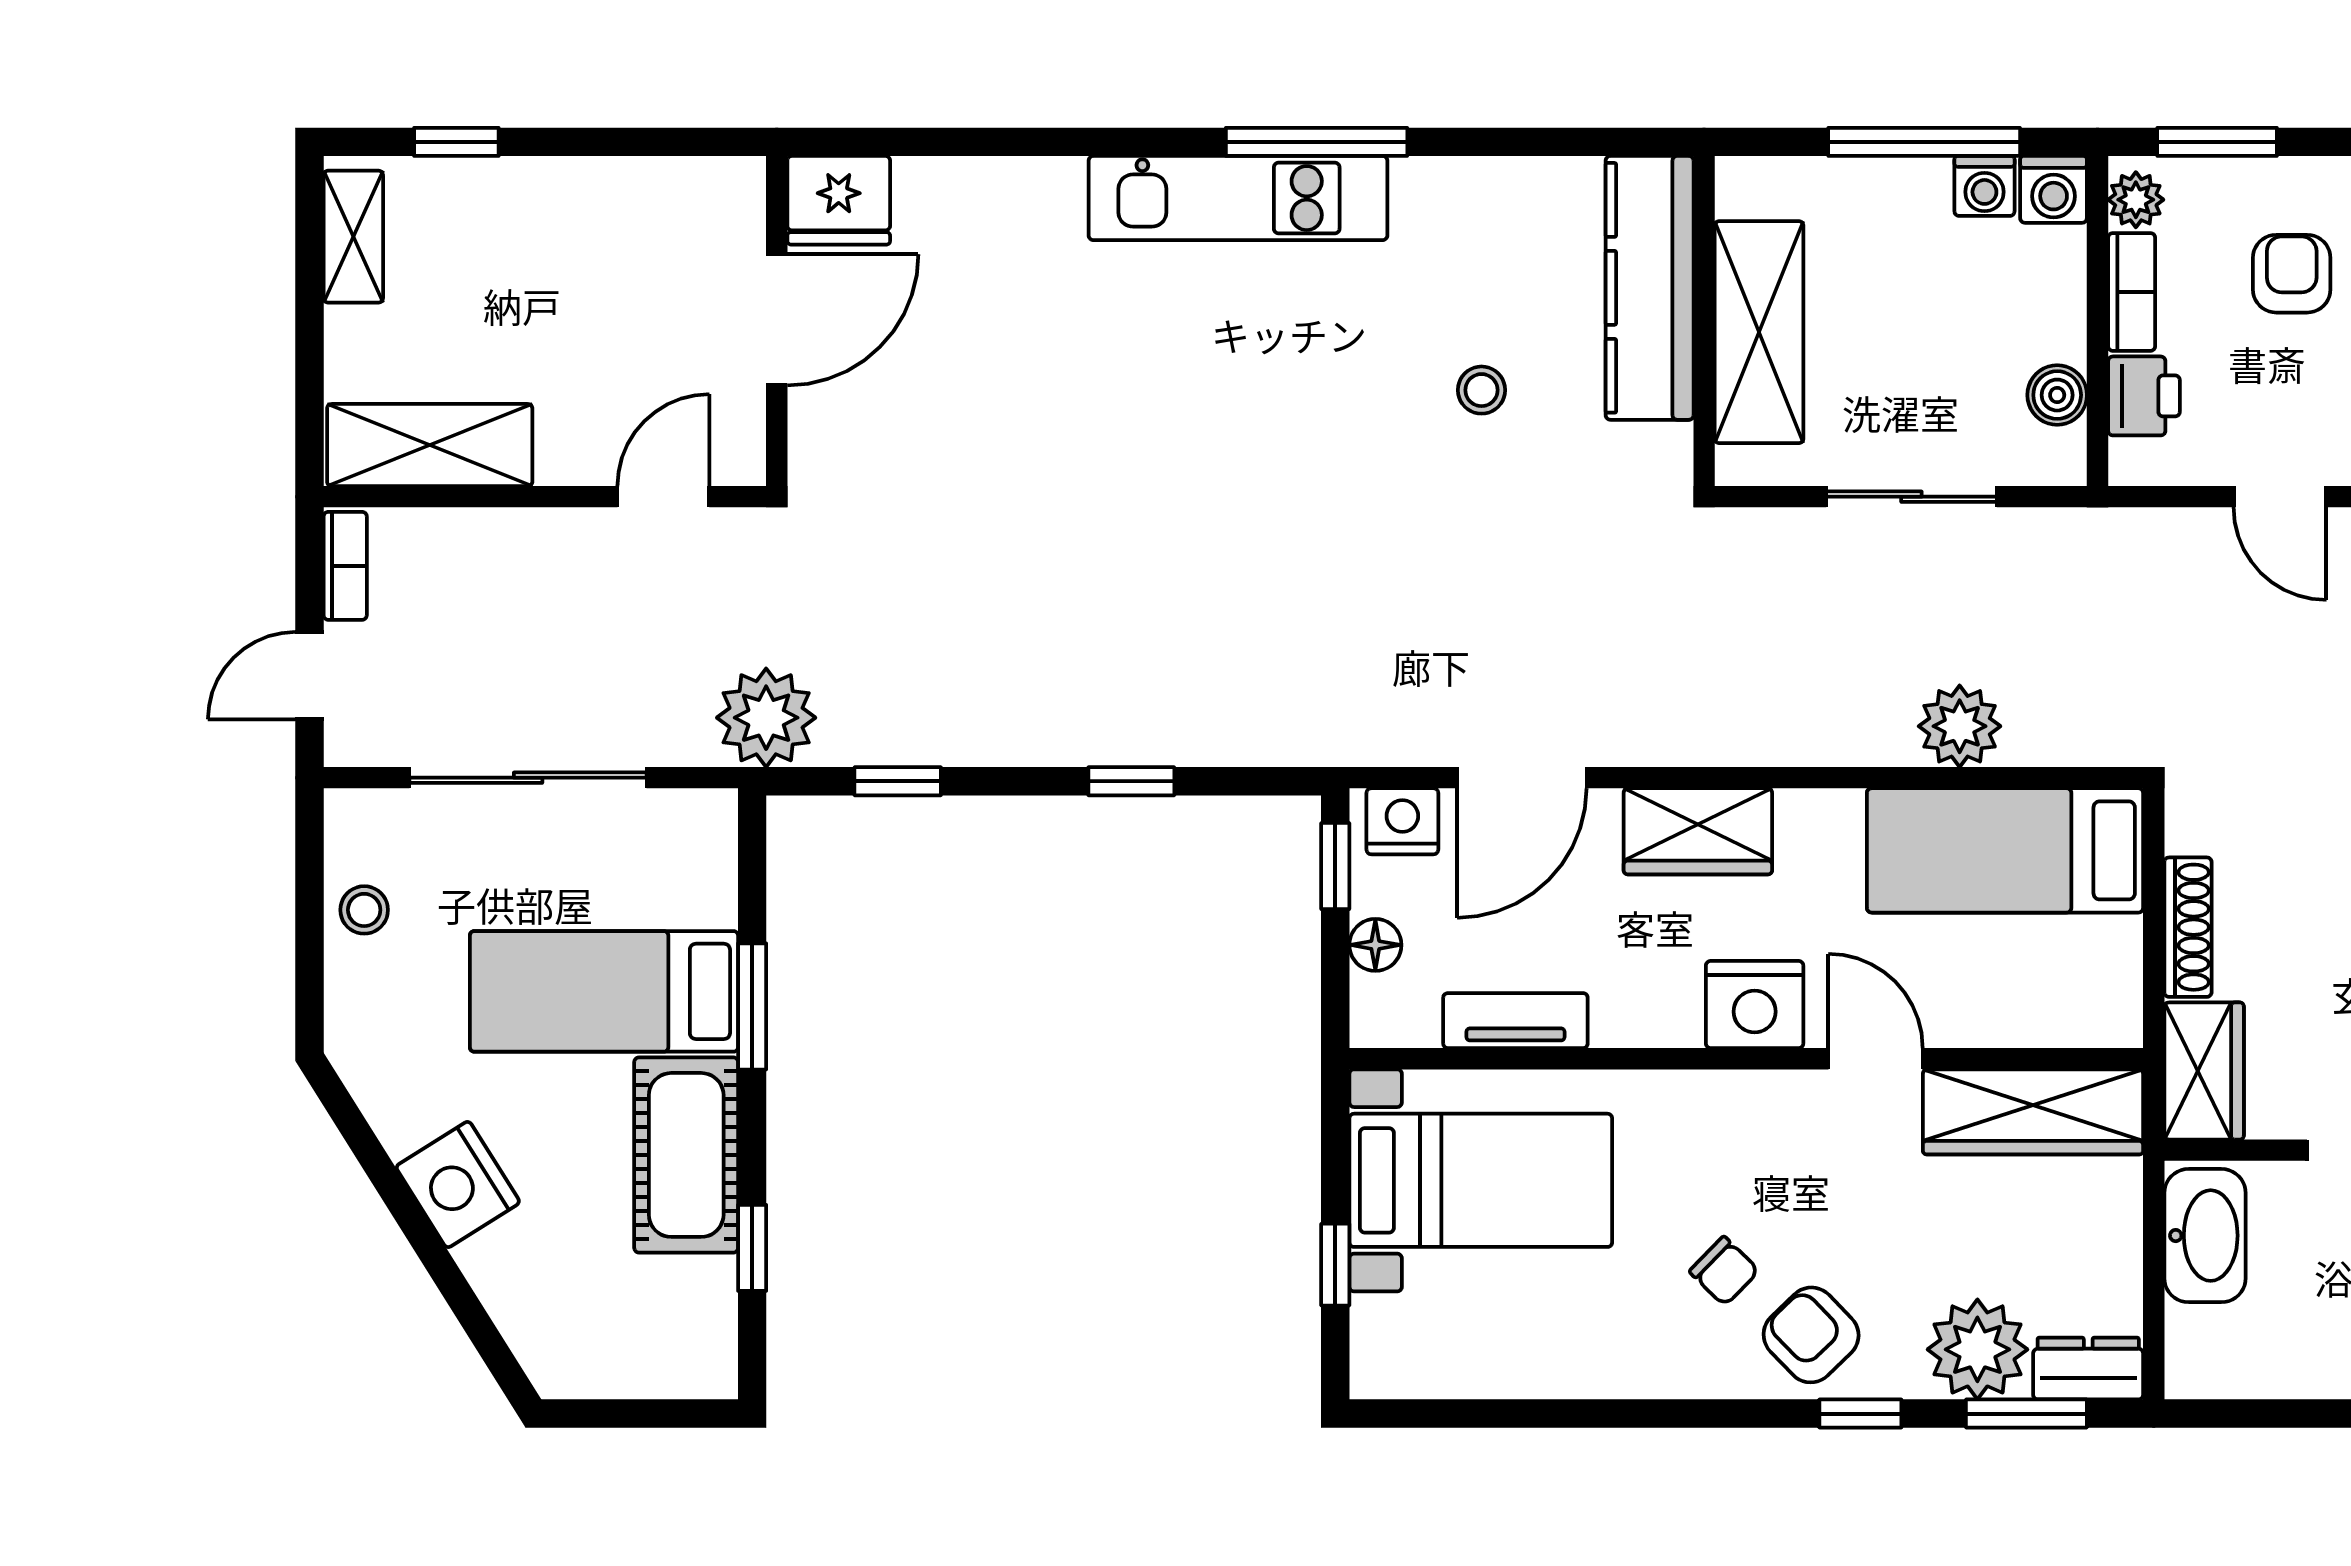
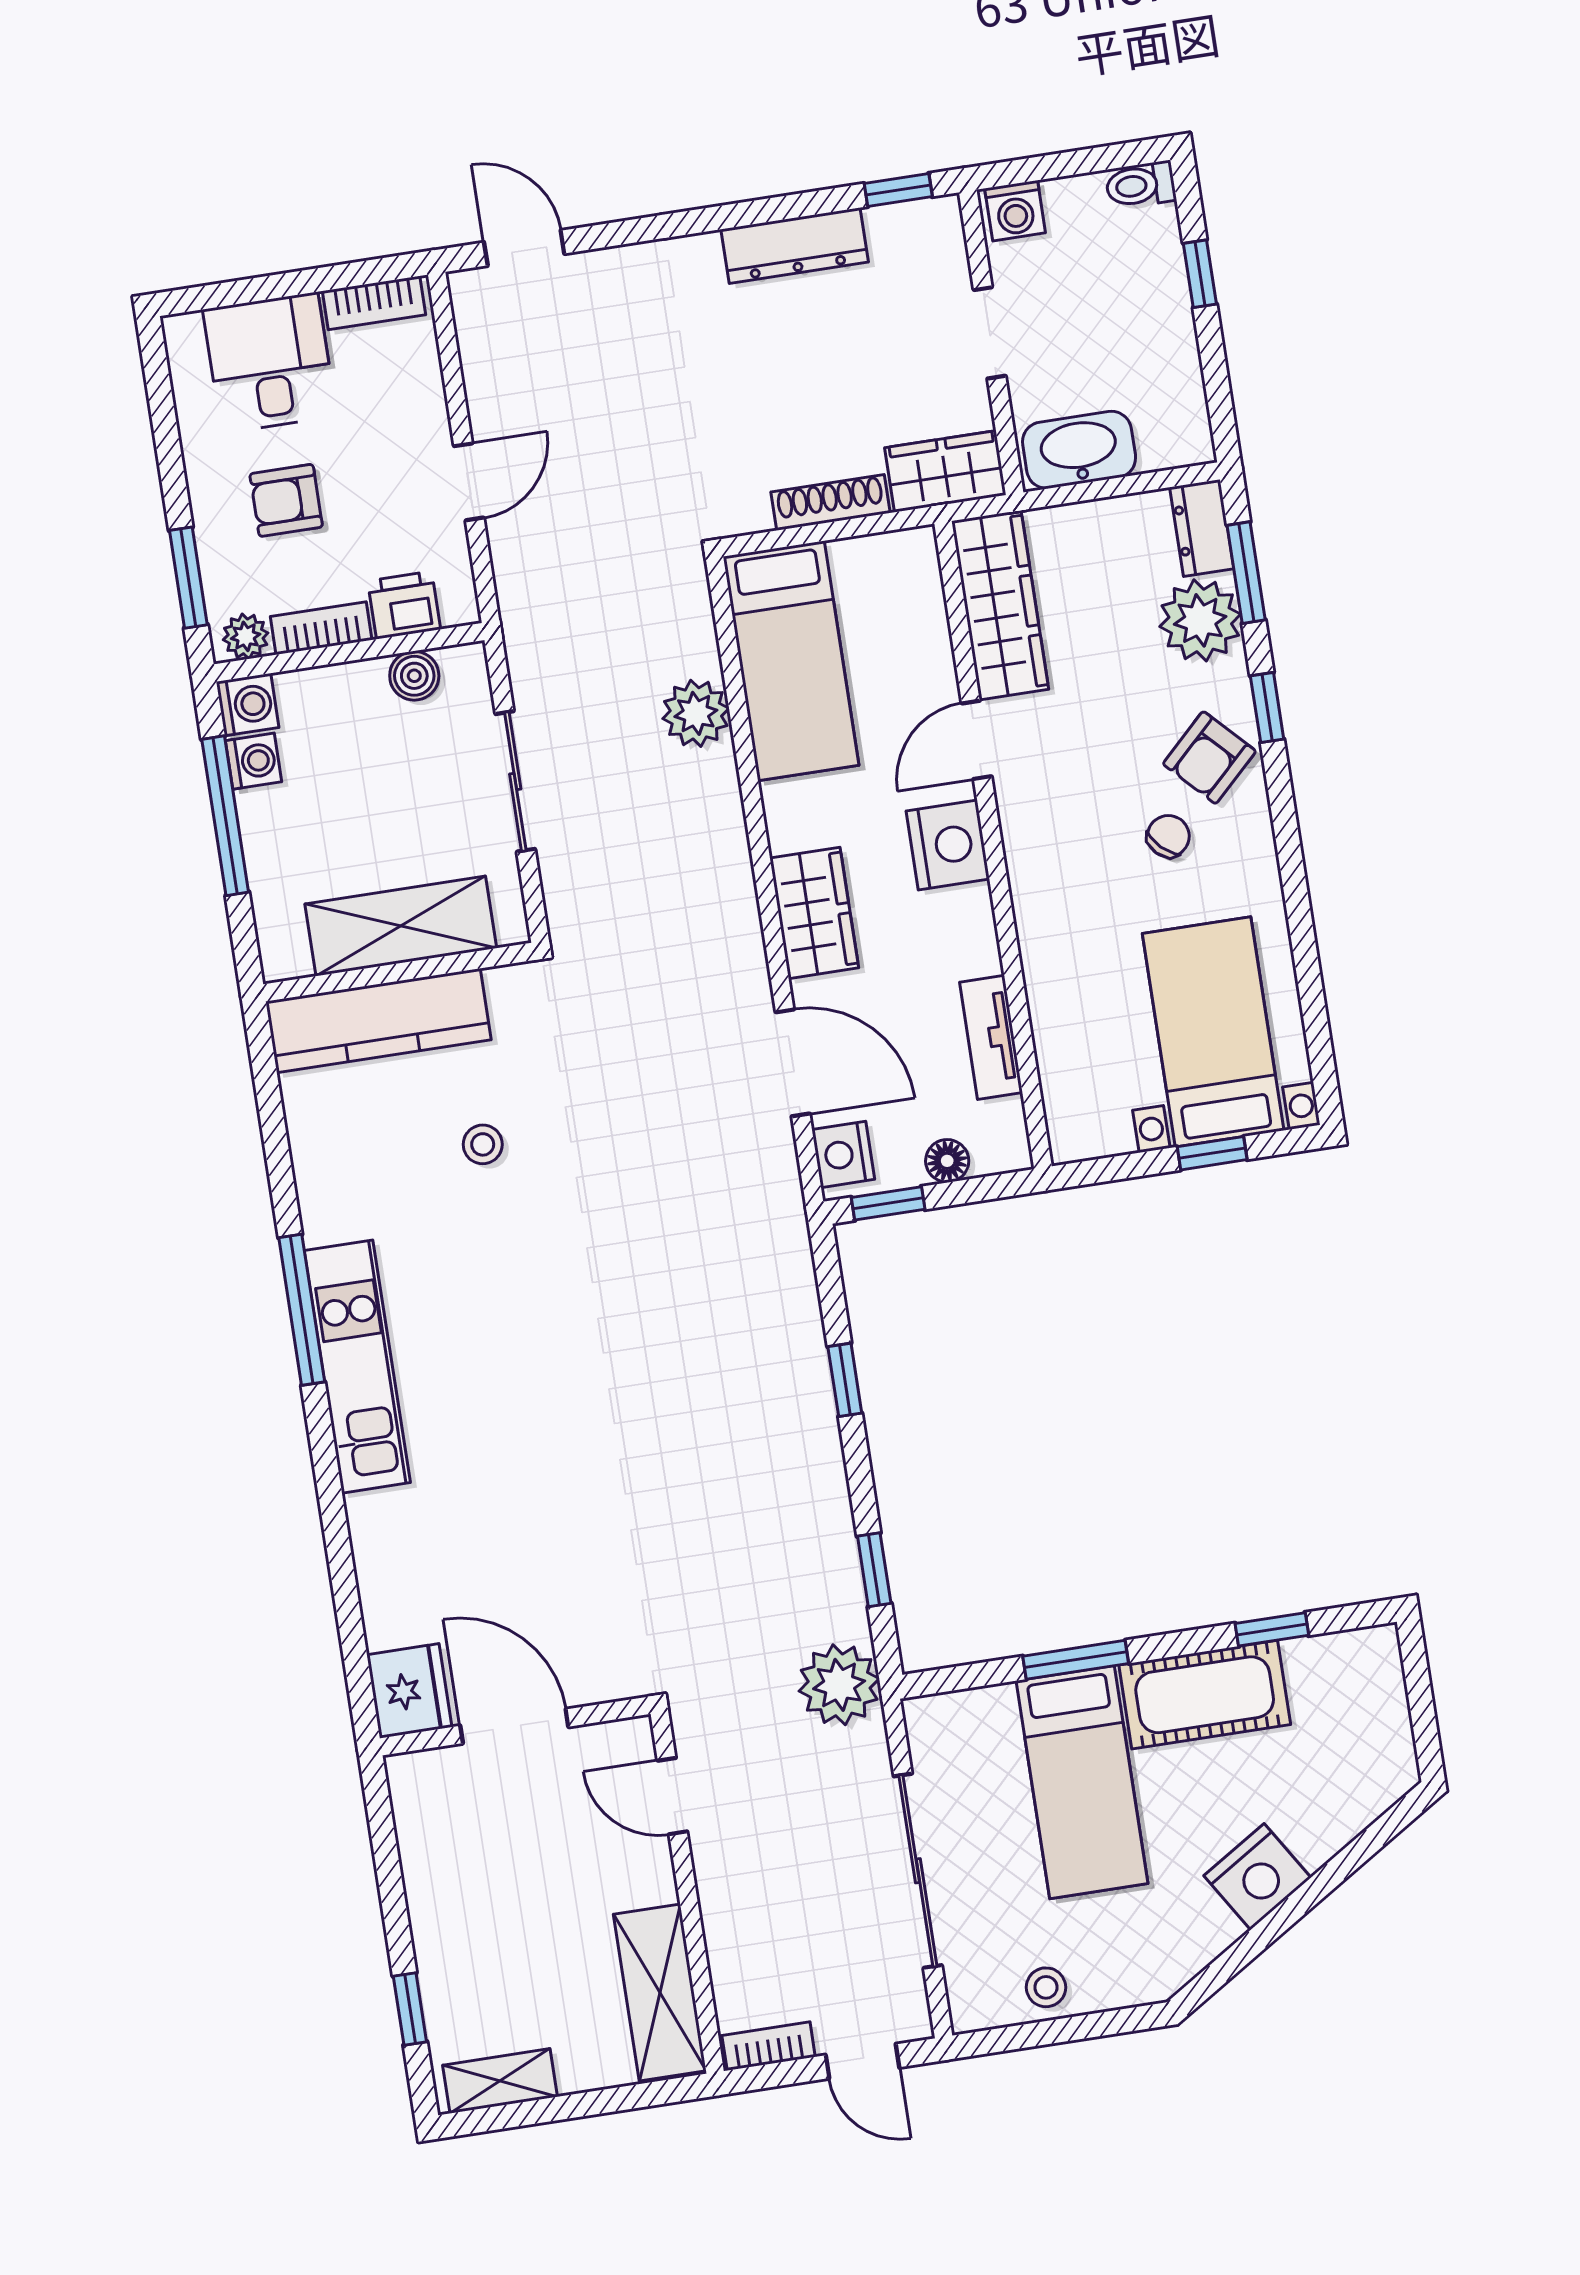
bed with nightstands: (1481, 1180) -> (1213, 1032), moved

